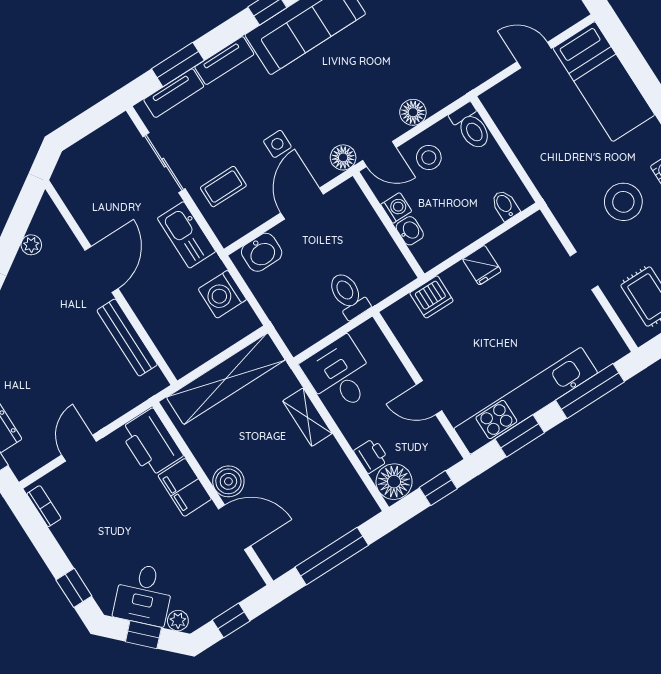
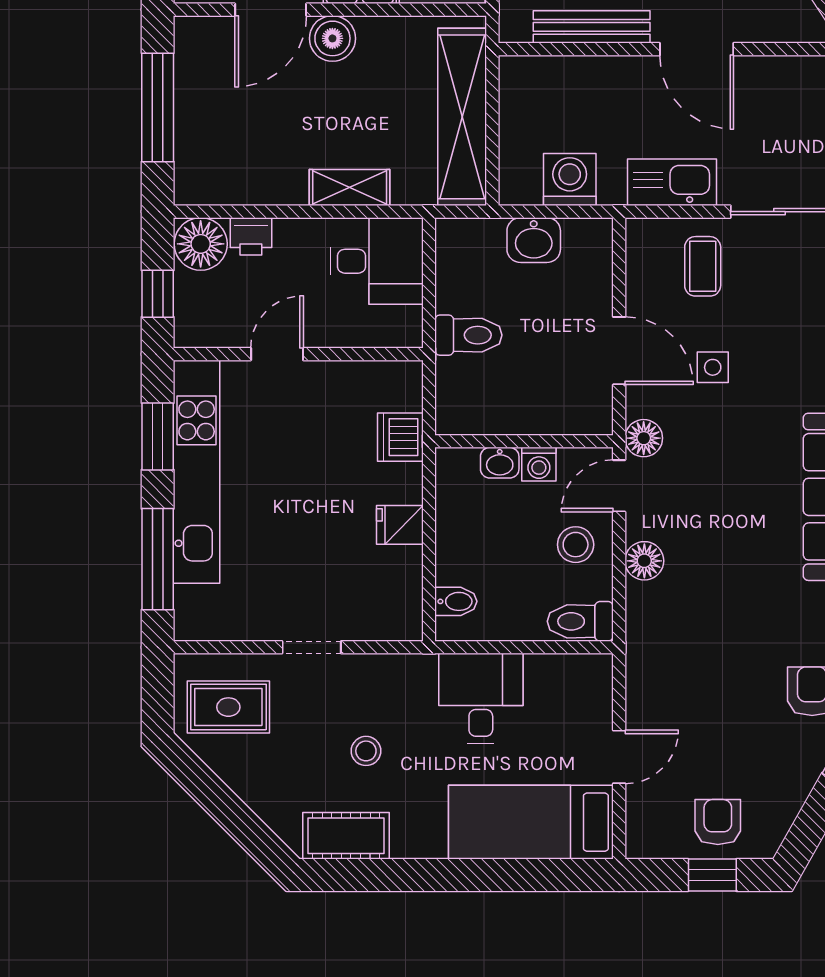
desk: (551, 155) -> (481, 698), added
stool: (623, 202) -> (366, 751), width x0.53, depth x0.53
washbasin: (262, 252) -> (534, 240), moved, turned -90

